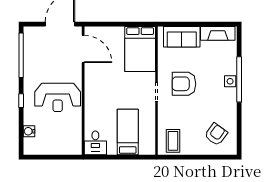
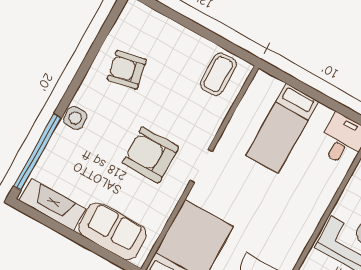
window: (239, 79) -> (37, 152), moved
armchair: (184, 84) -> (150, 155), turned 180
armchair: (216, 134) -> (127, 70), moved, turned 43

